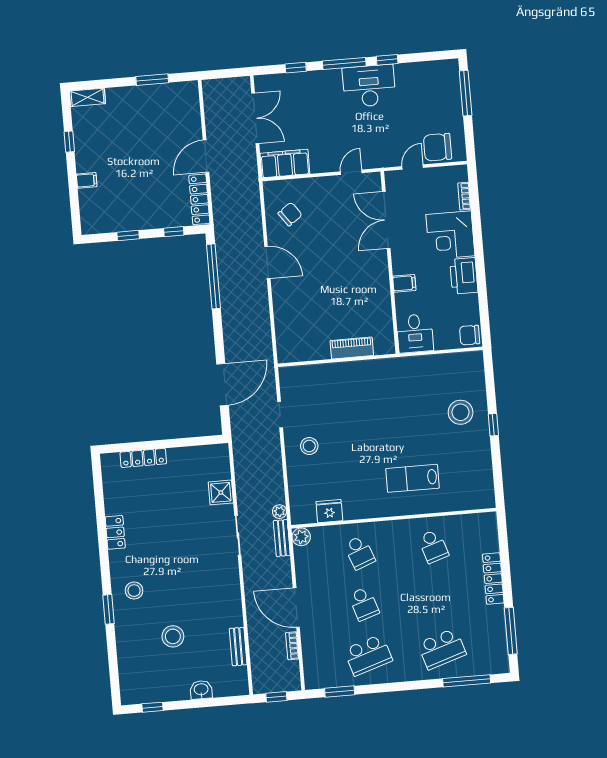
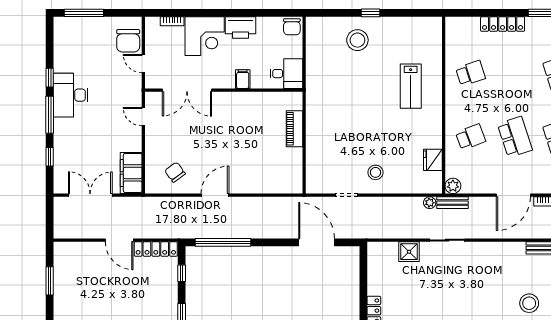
school desk: (364, 604) -> (515, 137), width x1.85

